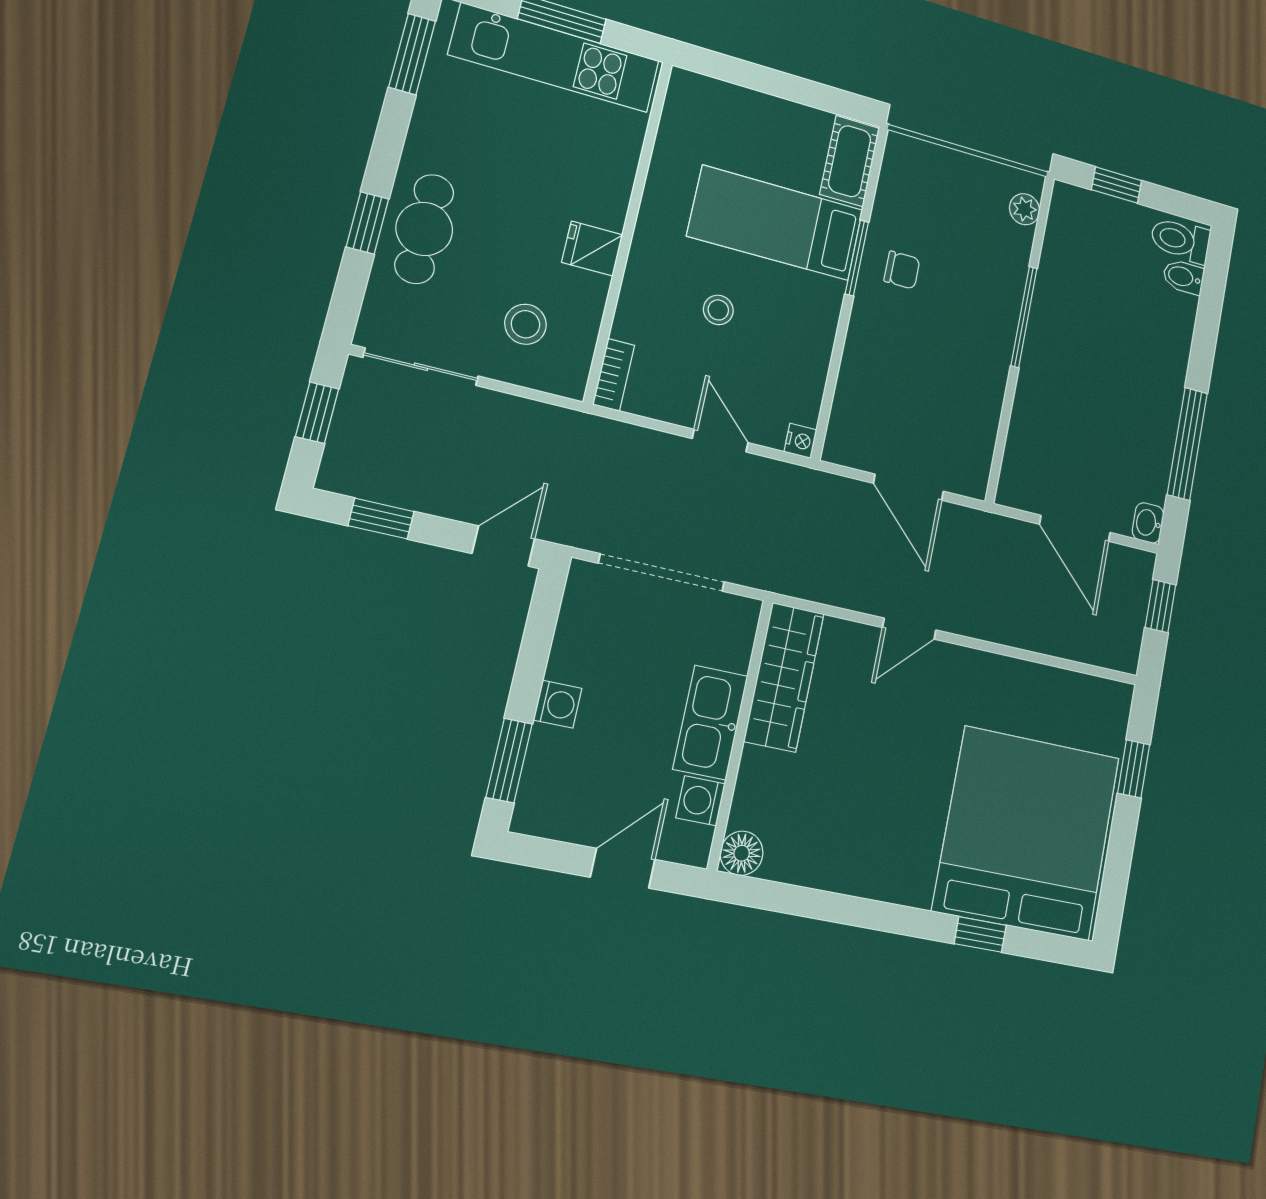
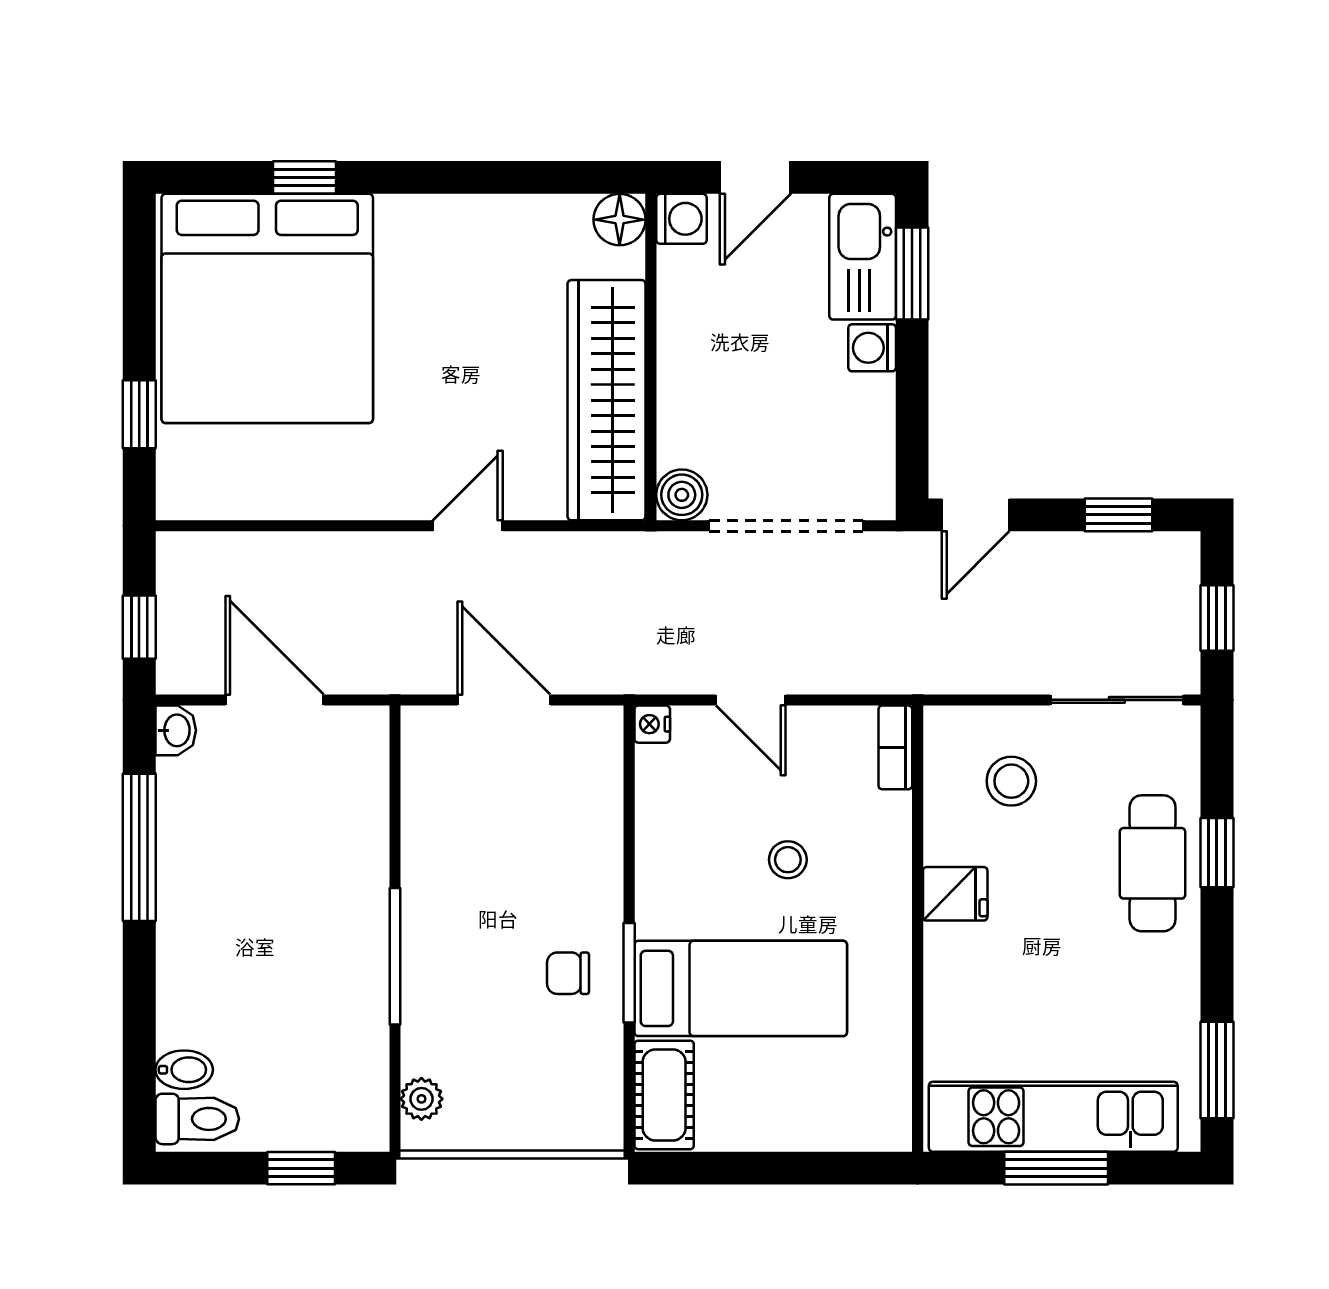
boiler: (739, 616) -> (682, 495), added
wardrobe: (784, 677) -> (607, 400), width x1.40, depth x1.17
kitchen sink: (710, 723) -> (863, 257), moved, turned 180
washing machine: (701, 801) -> (681, 219), moved

